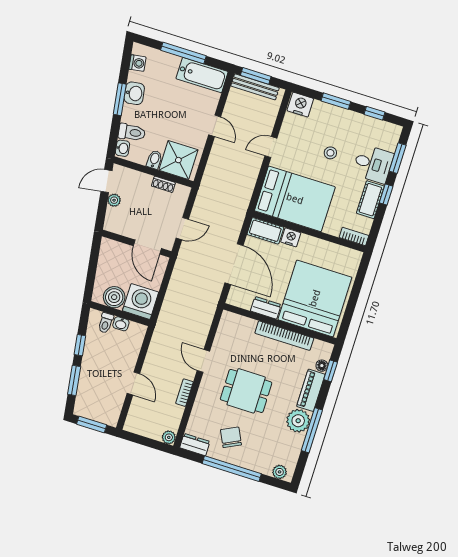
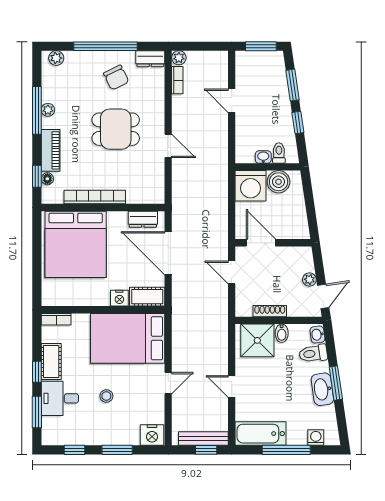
washing machine: (137, 63) -> (316, 438), moved, turned 98
window: (256, 76) -> (206, 450), width x0.67
washbasin: (134, 93) -> (322, 389), width x1.38
shoe rack: (163, 184) -> (270, 311), width x1.43
door: (182, 229) -> (232, 272), hinge flipped
dresser: (266, 308) -> (143, 219), moved
bookcase: (184, 393) -> (177, 80), moved
plant: (298, 421) -> (48, 110), width x0.53, depth x0.53

